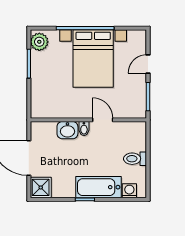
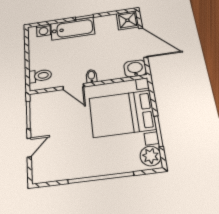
bed with nightstands: (93, 59) -> (122, 114), moved, turned -90
washbasin: (67, 130) -> (135, 69), moved
toilet: (135, 159) -> (40, 76), moved

